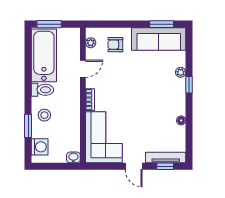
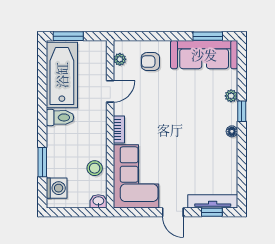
stool: (44, 115) -> (95, 168), moved
floor lamp: (181, 120) -> (232, 131), moved

